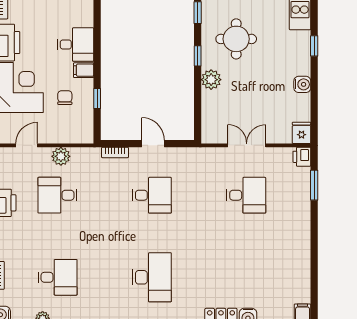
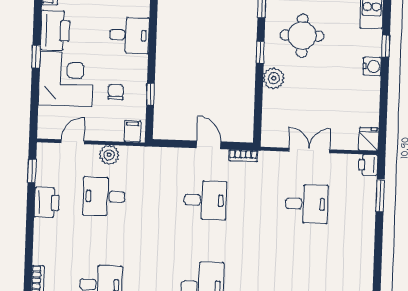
filing cabinet: (84, 70) -> (132, 131), moved, turned 90
water cooler: (302, 84) -> (372, 66), moved
bookcase: (115, 152) -> (243, 156), moved

